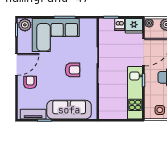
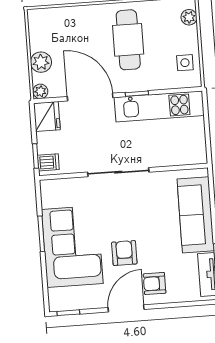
plant: (25, 25) -> (59, 299), removed
dishwasher: (120, 25) -> (48, 162), moved
door: (17, 64) -> (126, 308), hinge flipped
armchair: (73, 70) -> (124, 253), moved

